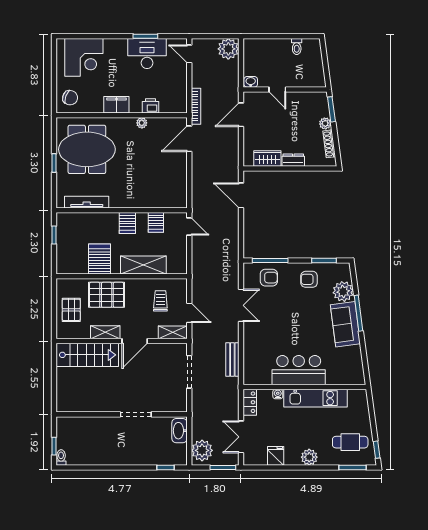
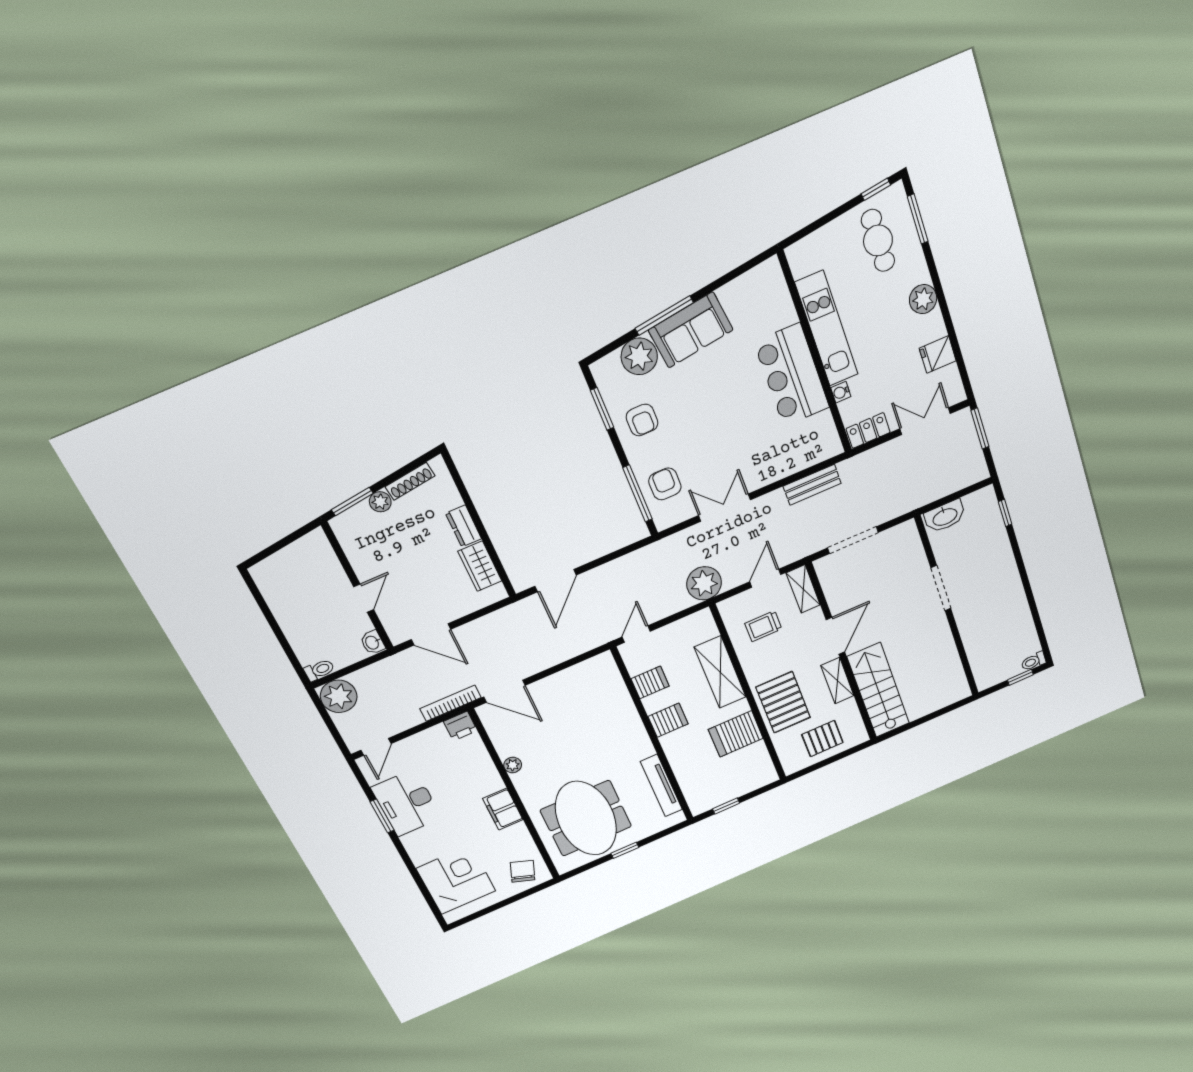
toilet: (297, 46) -> (319, 670), moved
printer: (151, 106) -> (460, 726), moved, turned -90
door: (135, 341) -> (835, 636), hinge flipped
double door: (241, 437) -> (925, 421), swing flipped
plant: (202, 450) -> (704, 583), moved

